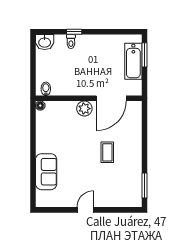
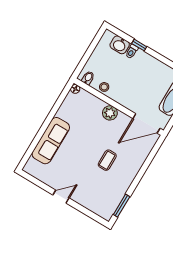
washbasin: (45, 42) -> (120, 45), moved
stool: (65, 88) -> (104, 87), added
door: (111, 98) -> (146, 123), moved
sofa: (46, 172) -> (51, 141), width x1.36

